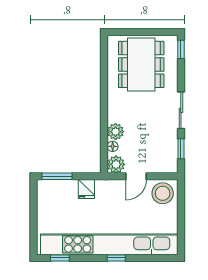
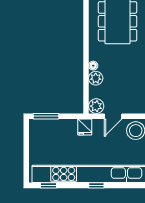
floor lamp: (113, 146) -> (93, 66), moved
fridge: (86, 189) -> (85, 127), moved

